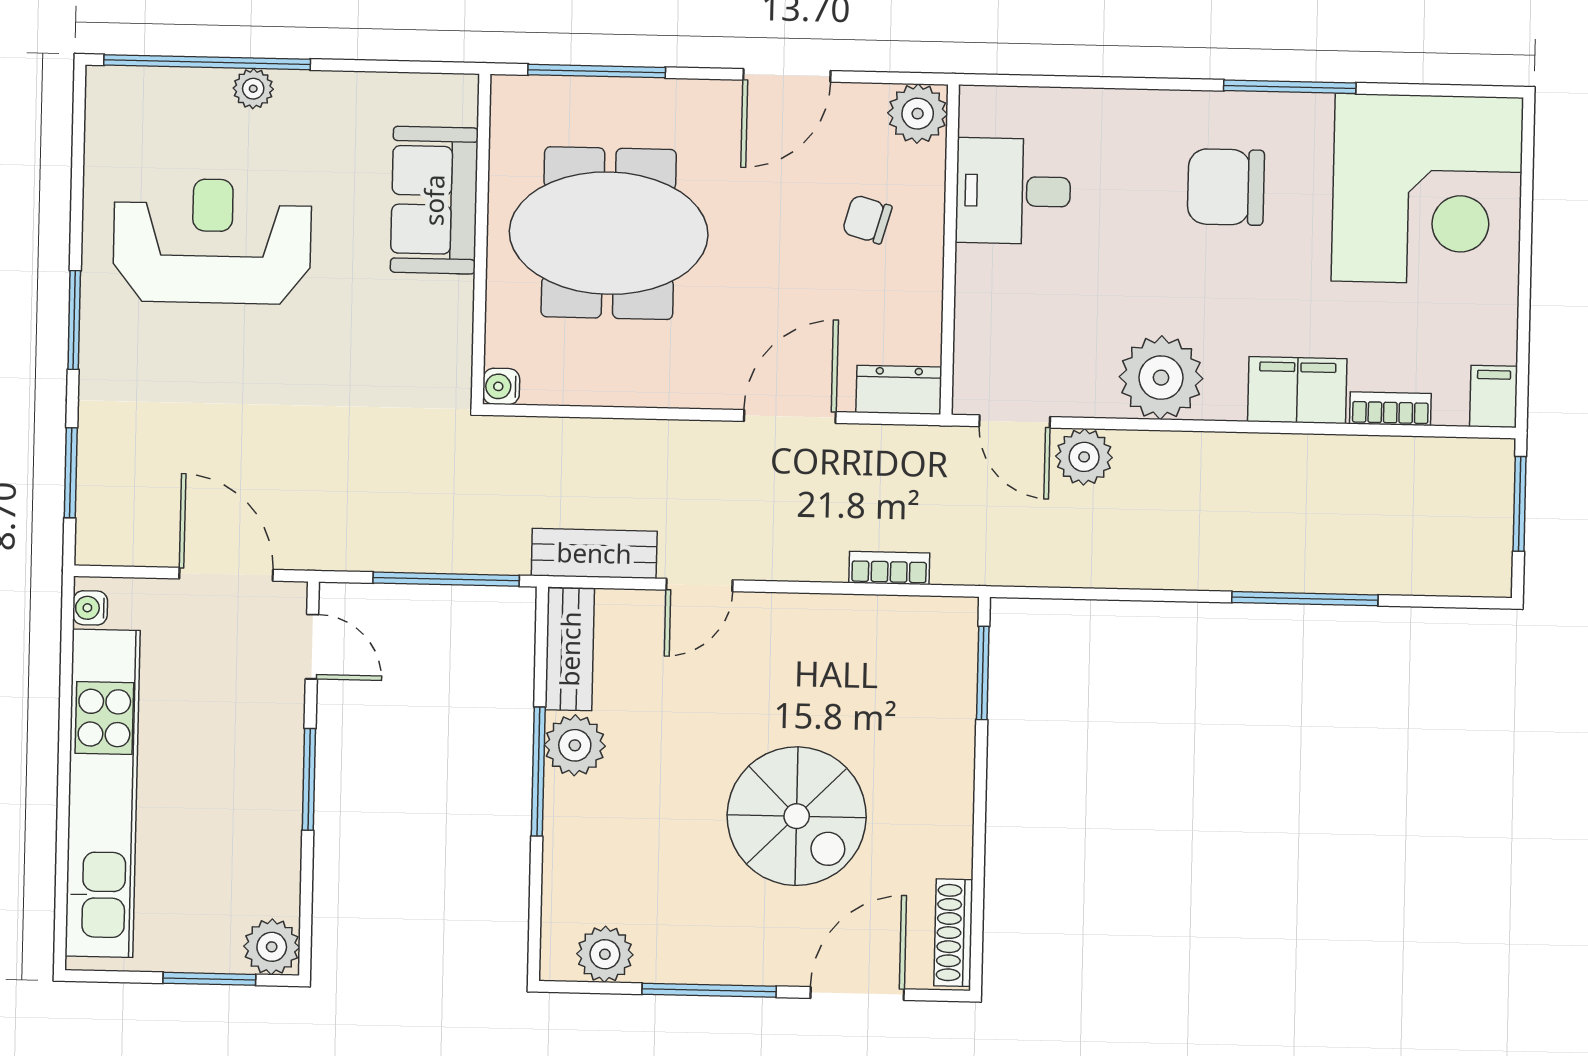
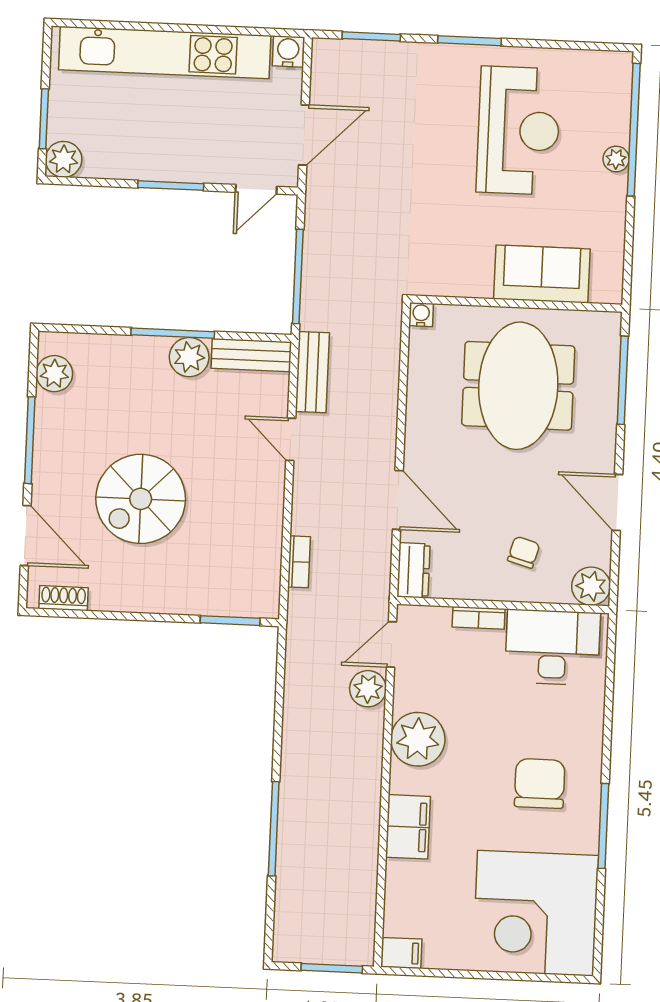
desk: (1013, 191) -> (552, 647), width x1.37
bookcase: (1390, 409) -> (479, 618), moved, turned 90
water cooler: (90, 608) -> (288, 51), width x1.38, depth x1.38
shoe rack: (953, 933) -> (64, 598), width x0.70

